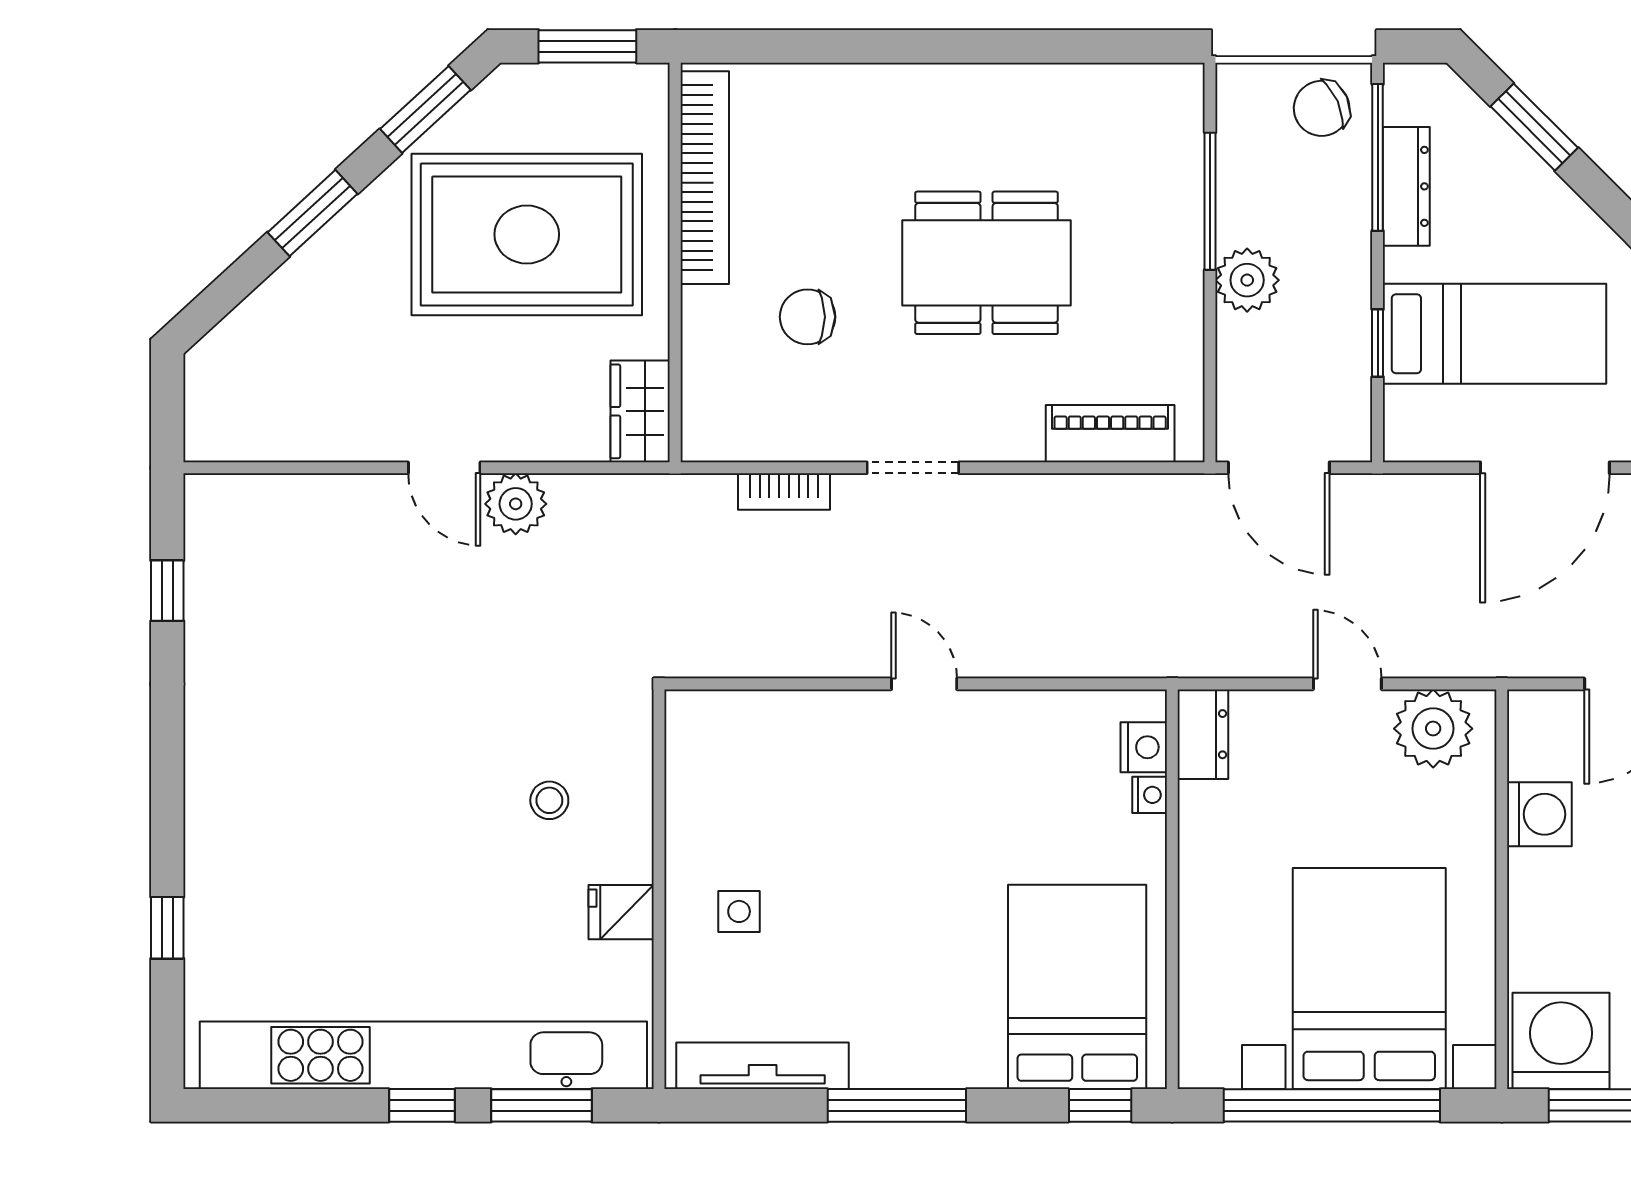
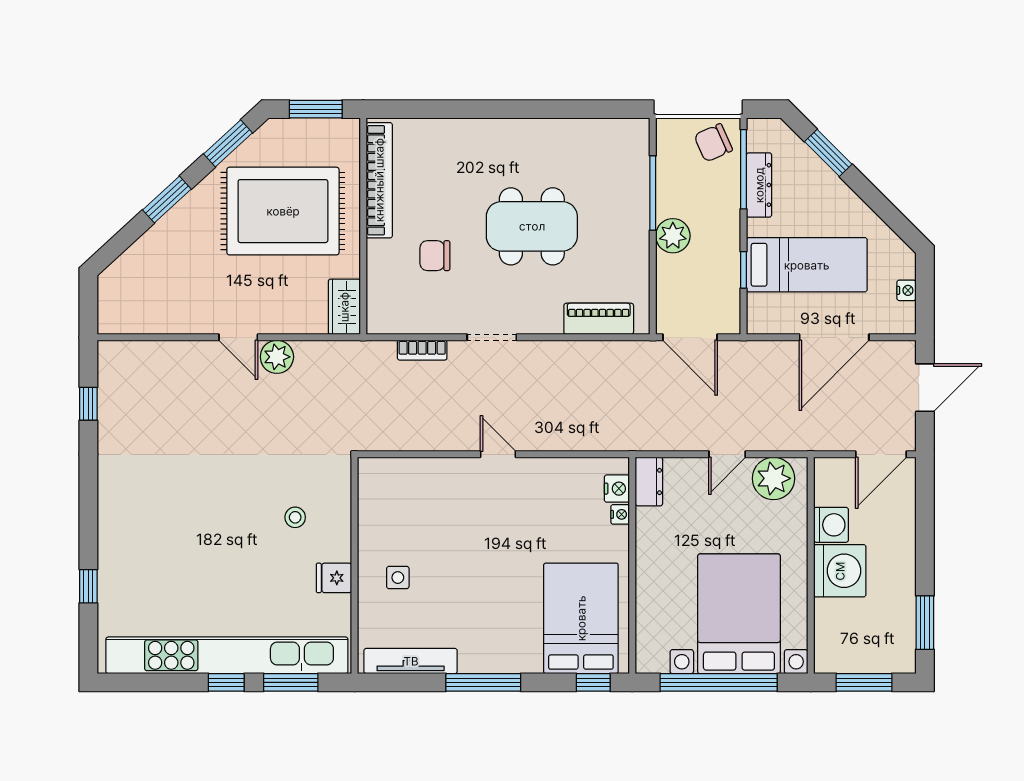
door: (1347, 684) -> (727, 454), swing flipped
washing machine: (1561, 1041) -> (840, 571), moved, turned 90

